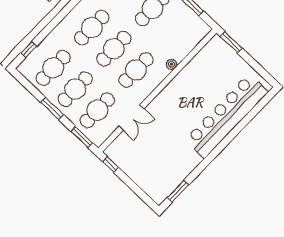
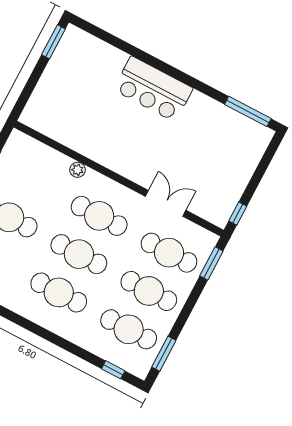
window: (231, 42) -> (53, 42), moved
window: (52, 109) -> (164, 354), moved
bar counter: (226, 116) -> (153, 89), width x0.54
window: (178, 191) -> (248, 111), width x1.44

